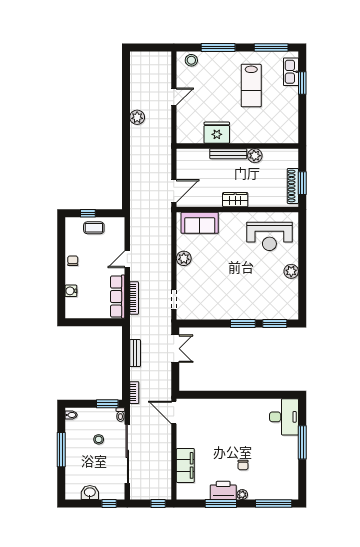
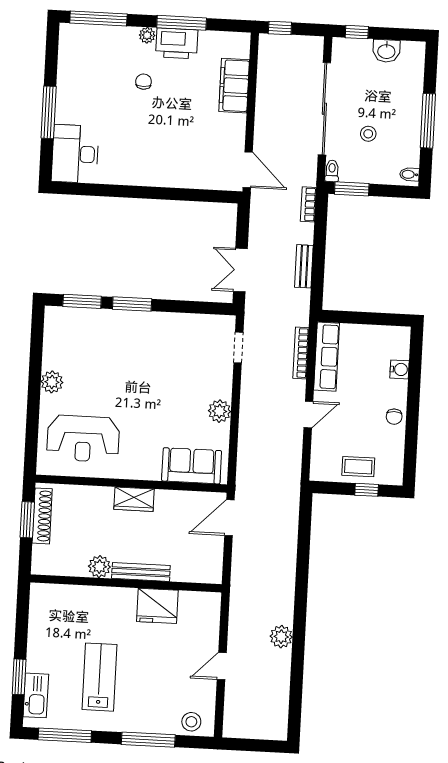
reception desk: (269, 236) -> (83, 439), turned 180

